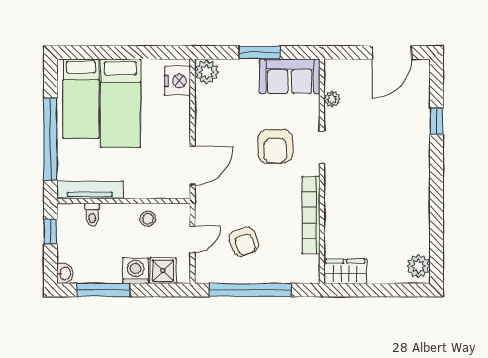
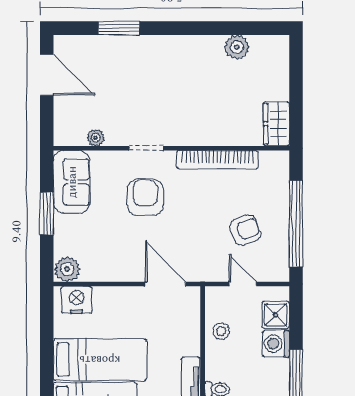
window: (436, 121) -> (119, 28), width x1.50
armchair: (275, 146) -> (145, 197), turned -90
plant: (418, 266) -> (237, 47), moved

